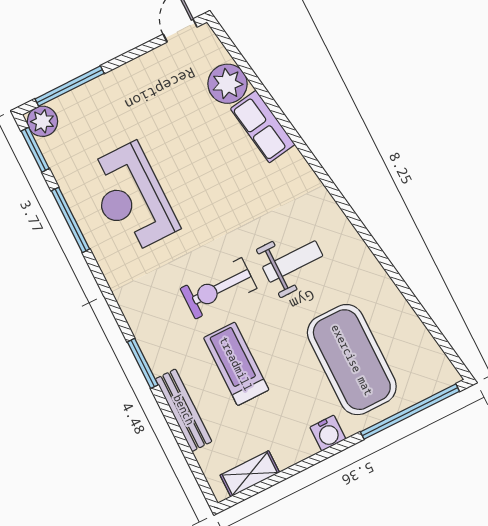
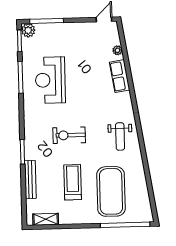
plant: (227, 84) -> (117, 50), width x0.53, depth x0.53
weight bench: (293, 261) -> (120, 136), moved, turned 90
treadmill: (236, 364) -> (73, 182), moved
water cooler: (328, 433) -> (86, 218), removed

